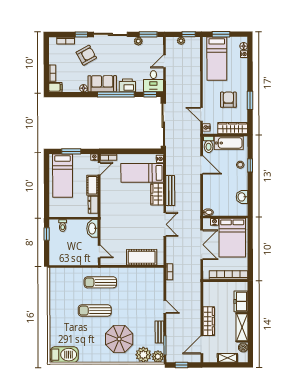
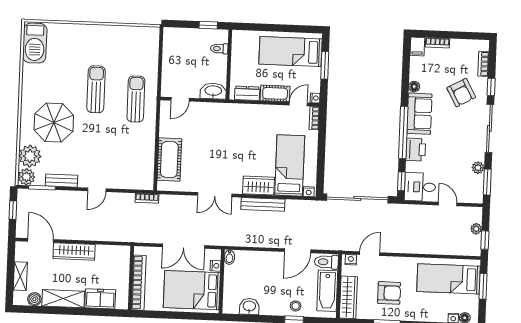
door: (99, 169) -> (298, 104), swing flipped

